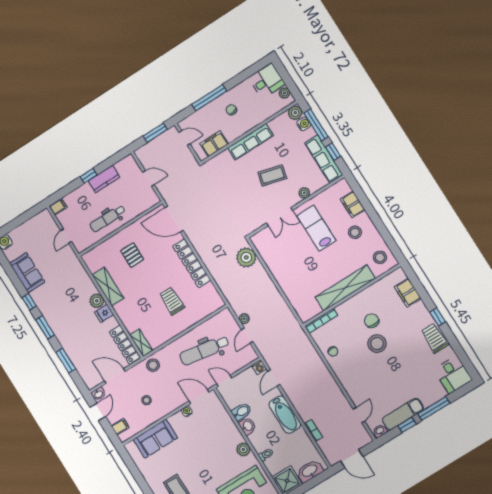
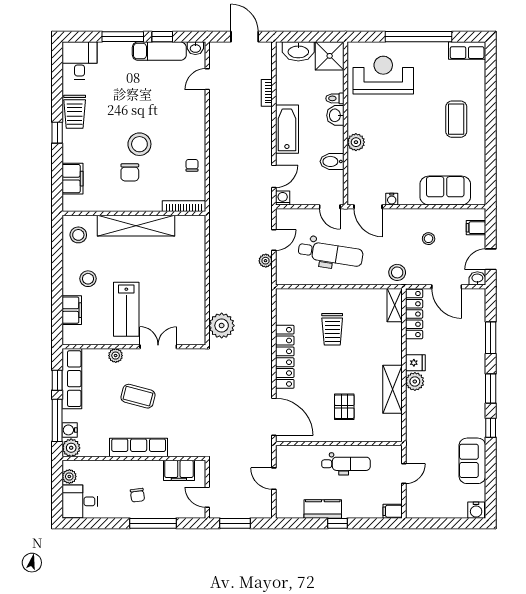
washbasin: (247, 426) -> (335, 115), moved
plant: (243, 449) -> (356, 142), moved

